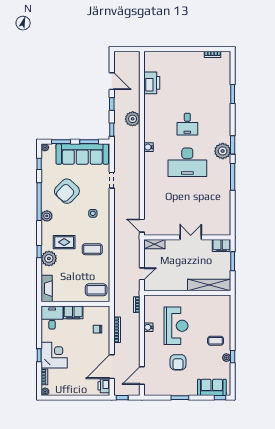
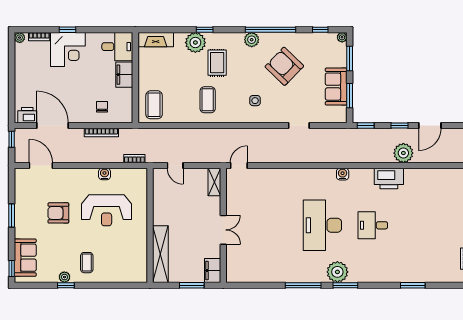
printer: (152, 83) -> (389, 178), moved
plant: (133, 119) -> (403, 153), moved
sofa: (82, 154) -> (336, 87), width x0.54, depth x0.79

